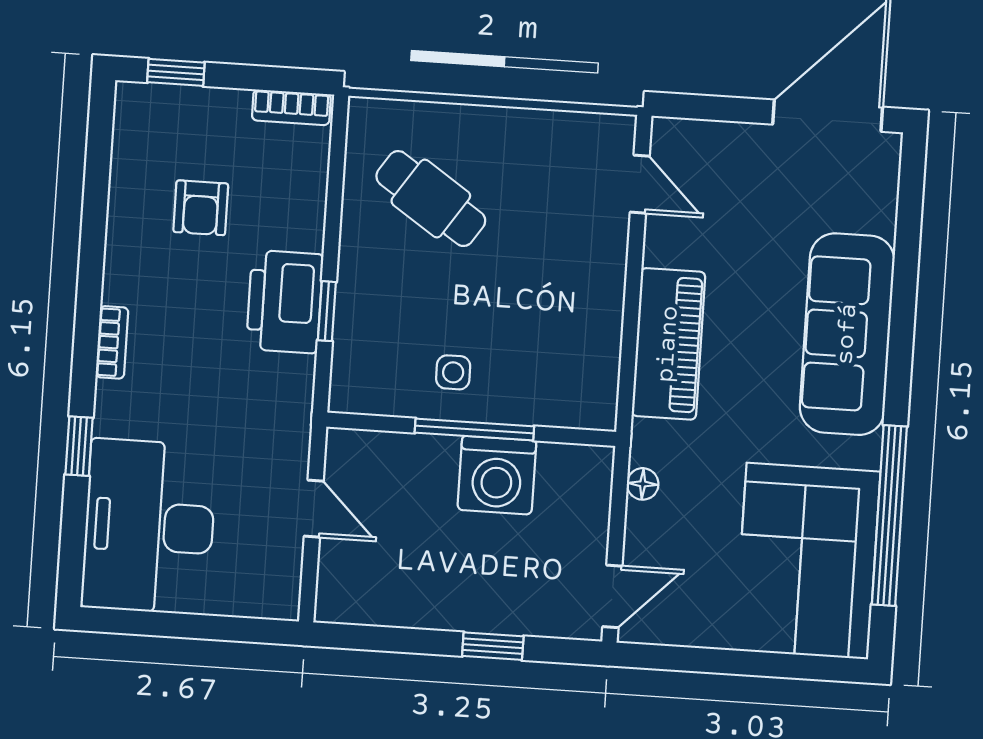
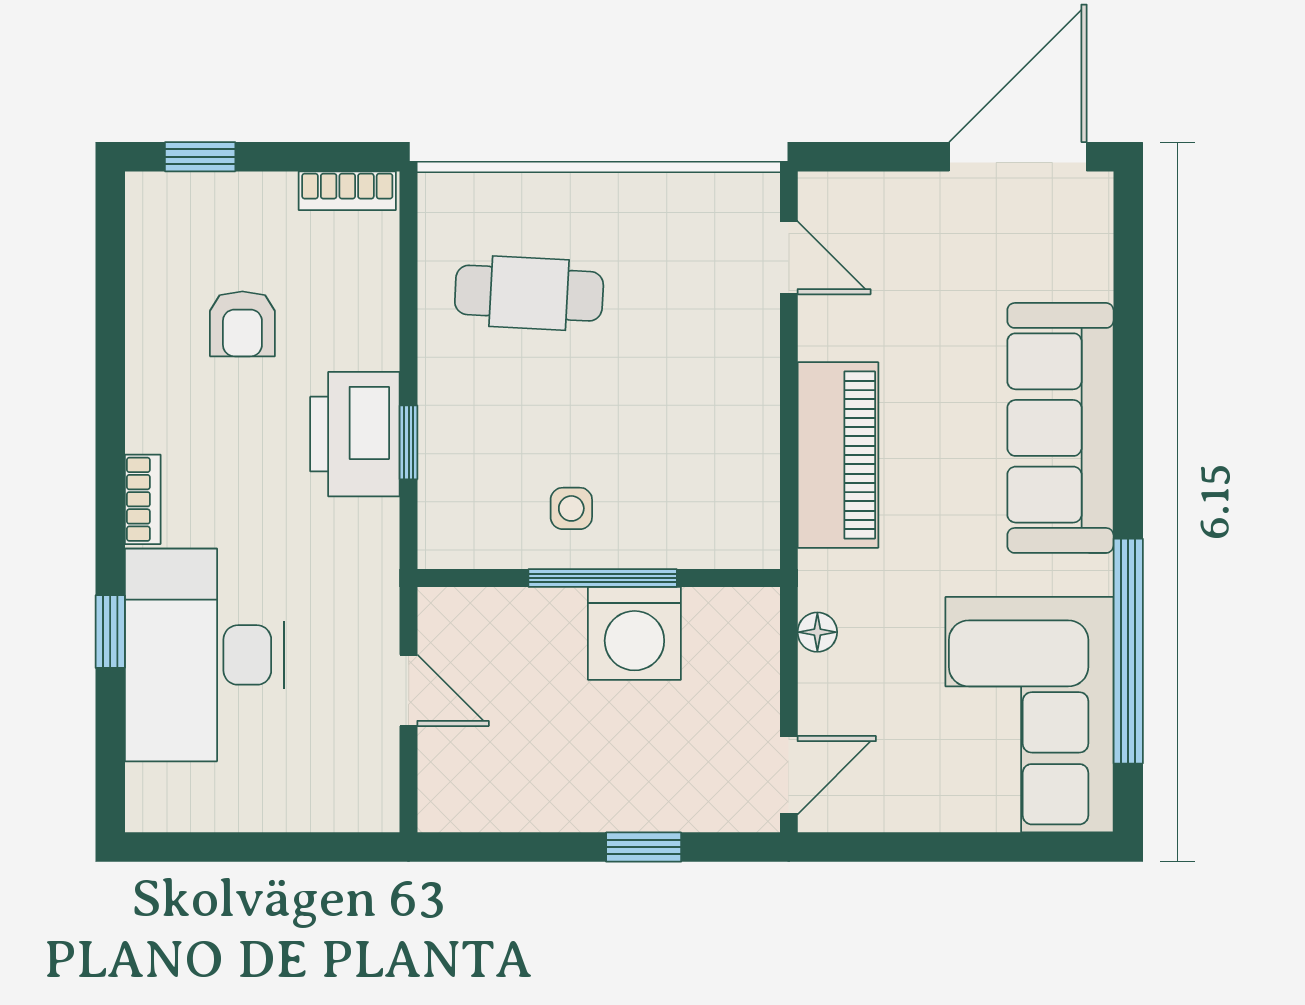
cafe table: (431, 199) -> (529, 293), turned -31
desk: (149, 526) -> (204, 655), moved

